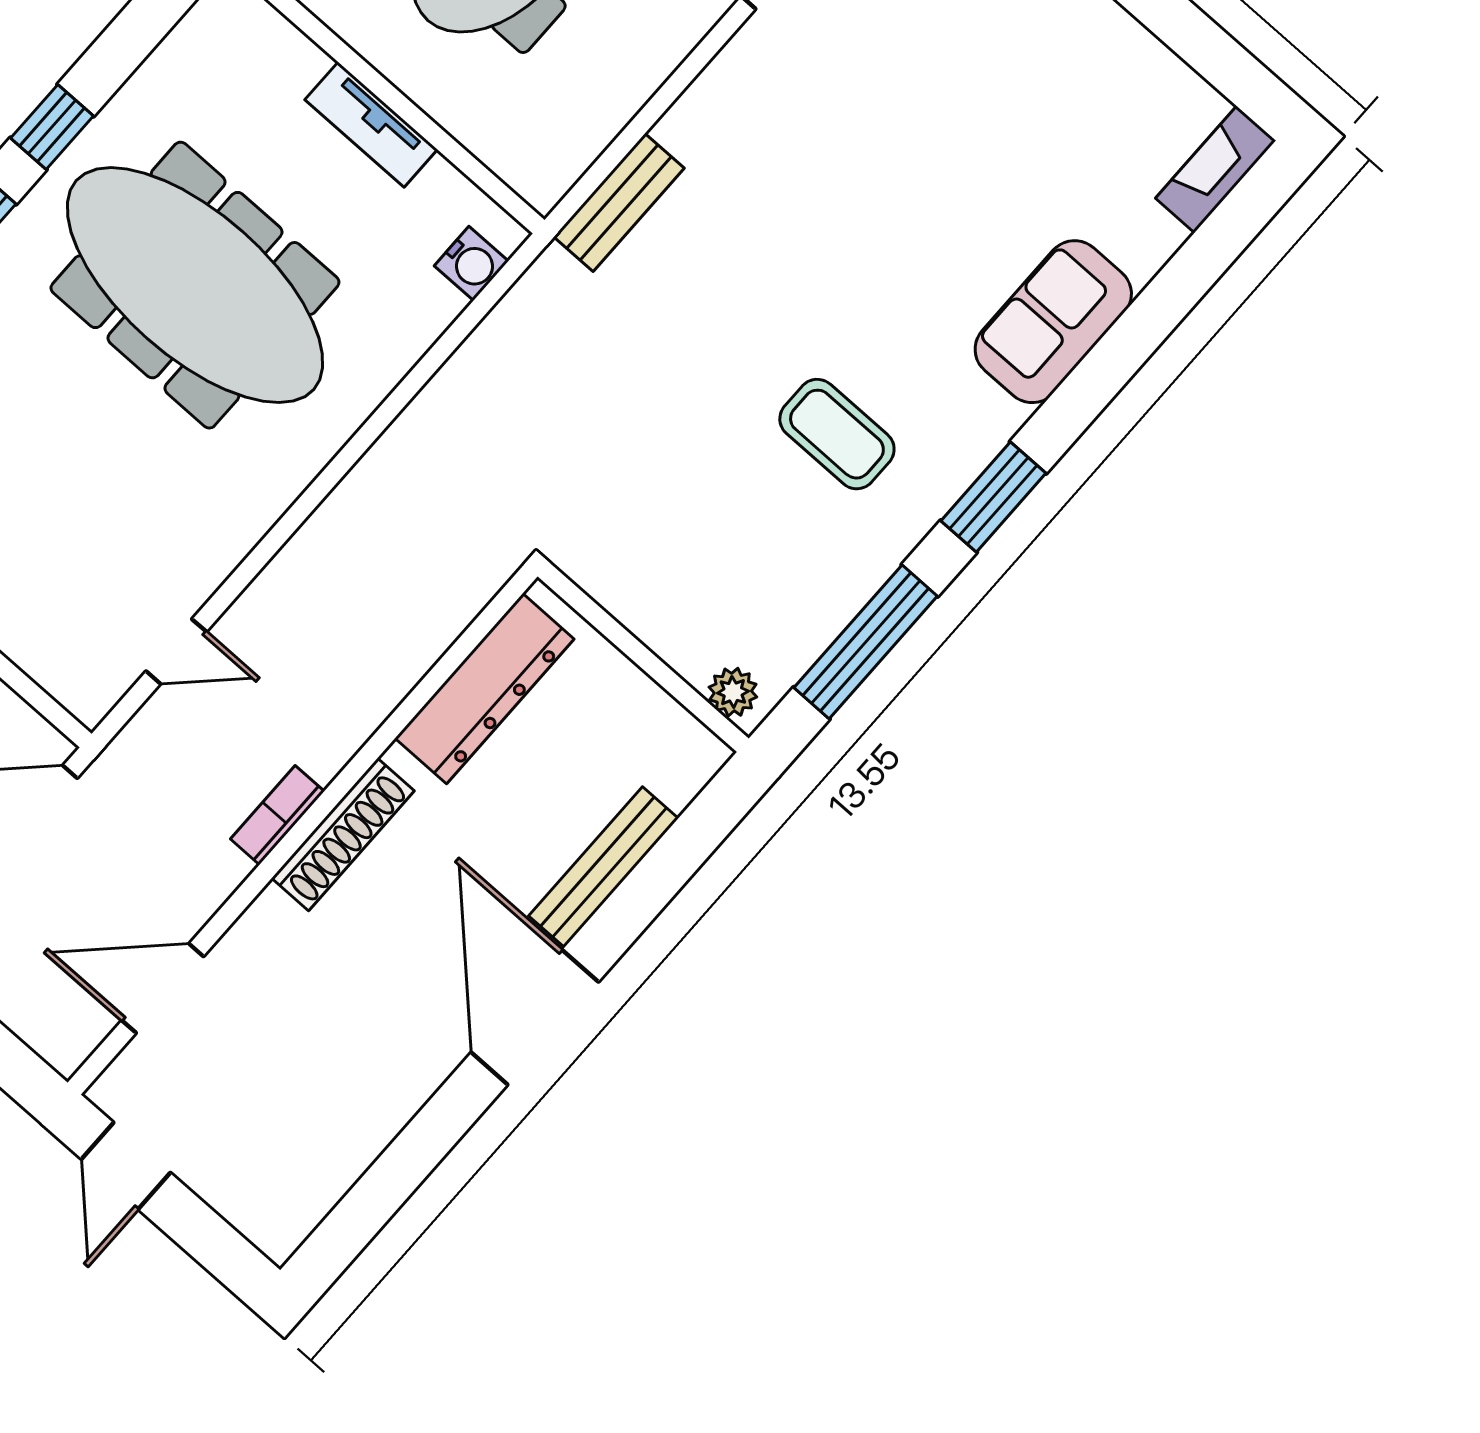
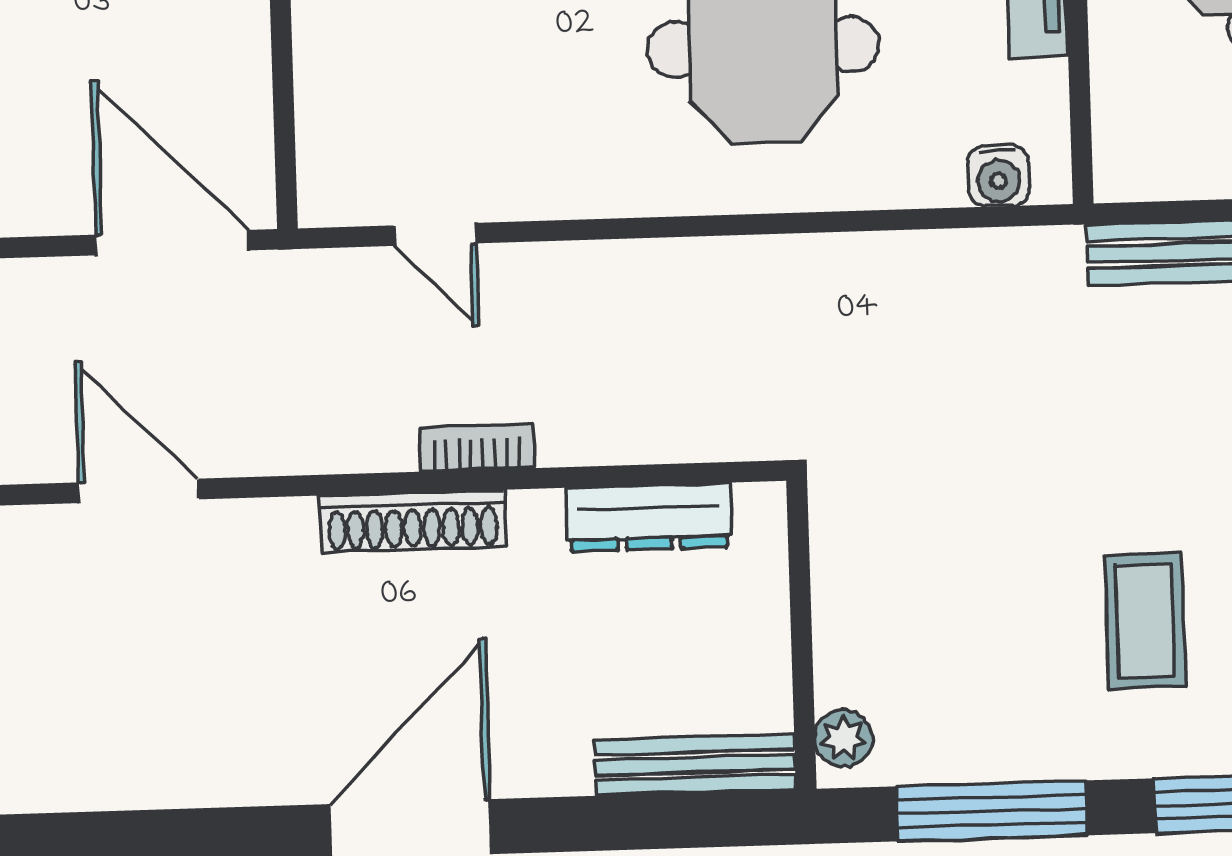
dresser: (485, 689) -> (649, 517), width x0.73, depth x0.80
bookcase: (277, 815) -> (477, 447), moved
bench: (603, 867) -> (695, 765), moved

